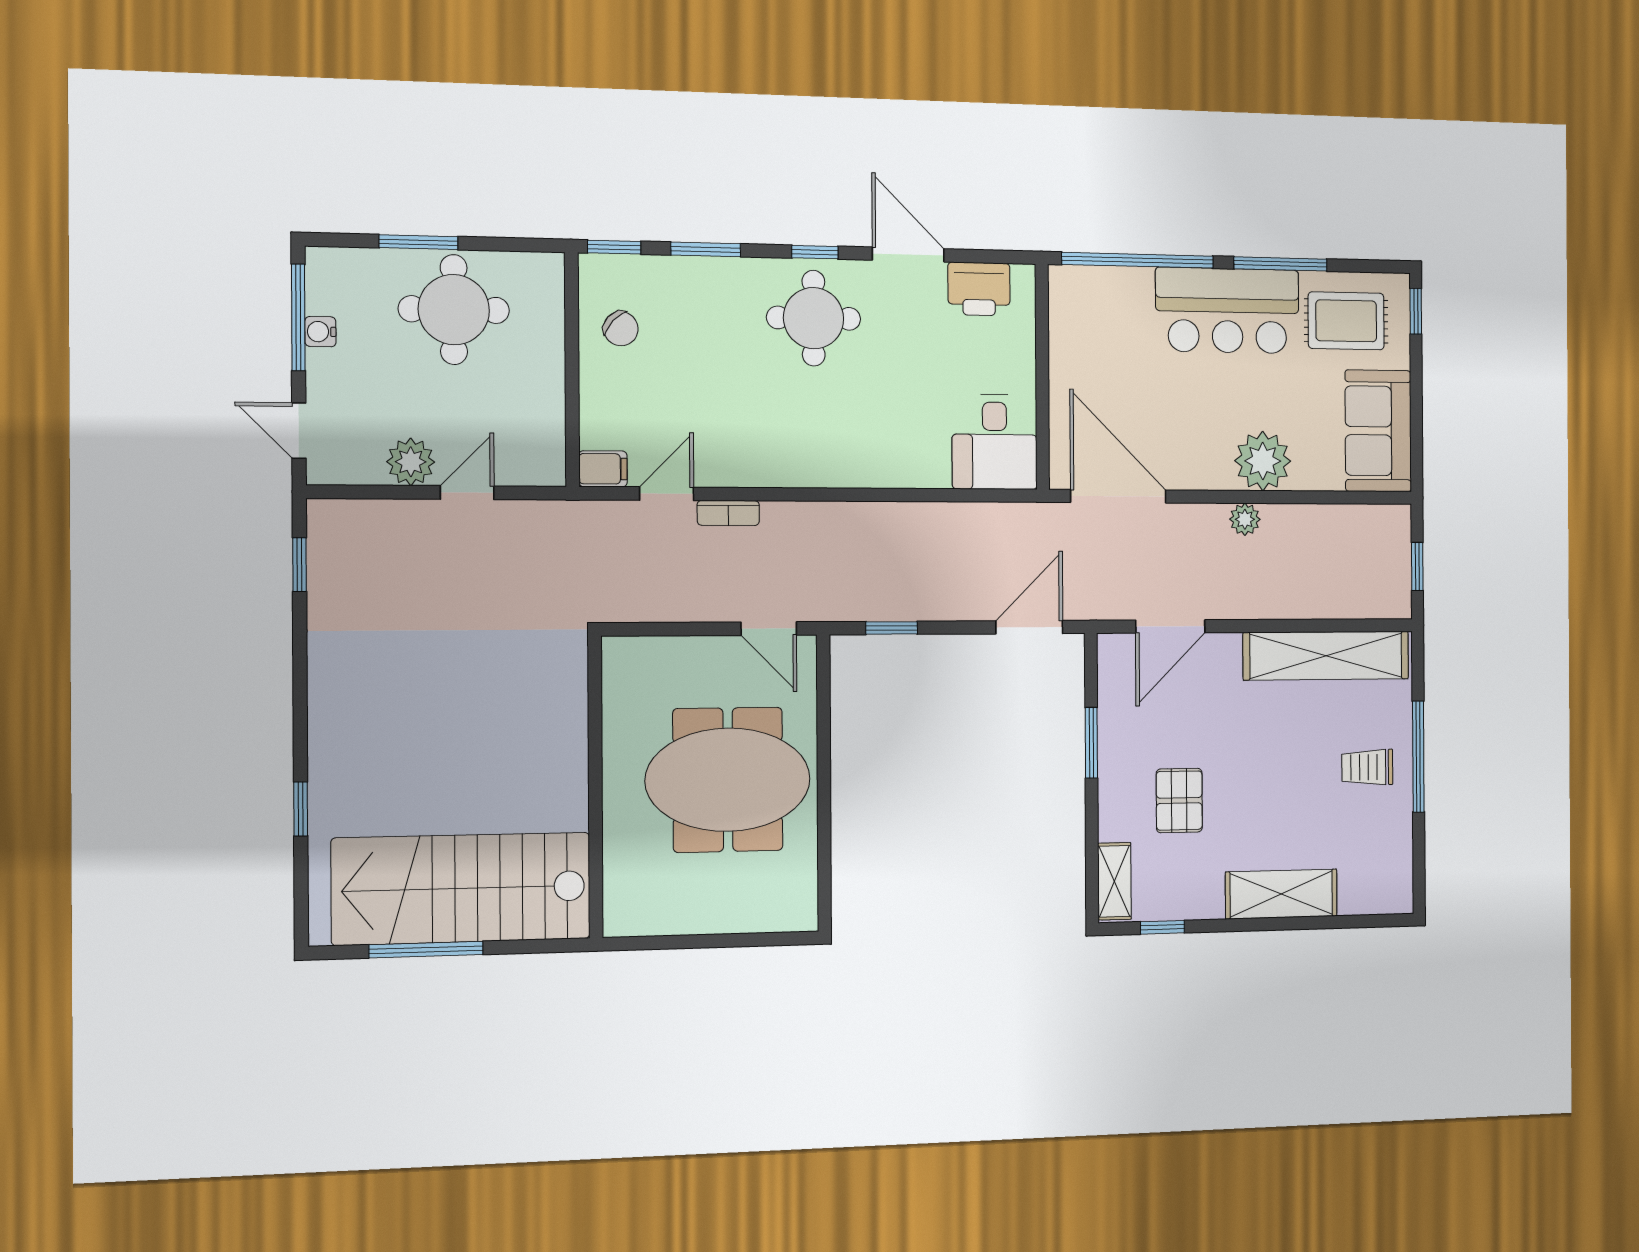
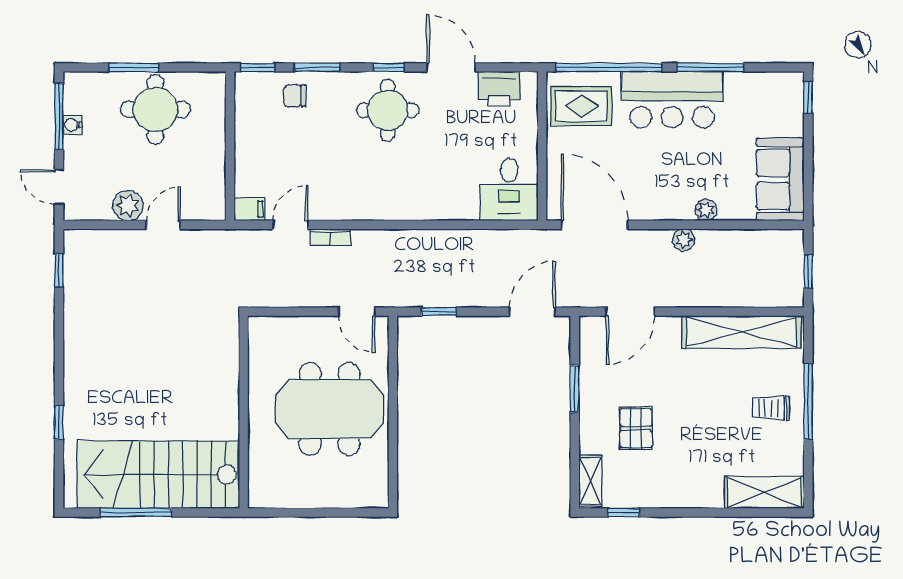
rug: (1346, 321) -> (581, 106), moved
chair: (621, 329) -> (295, 96), moved, turned 137
plant: (1263, 461) -> (706, 210), width x0.53, depth x0.53
shelving: (1281, 894) -> (764, 493), moved

